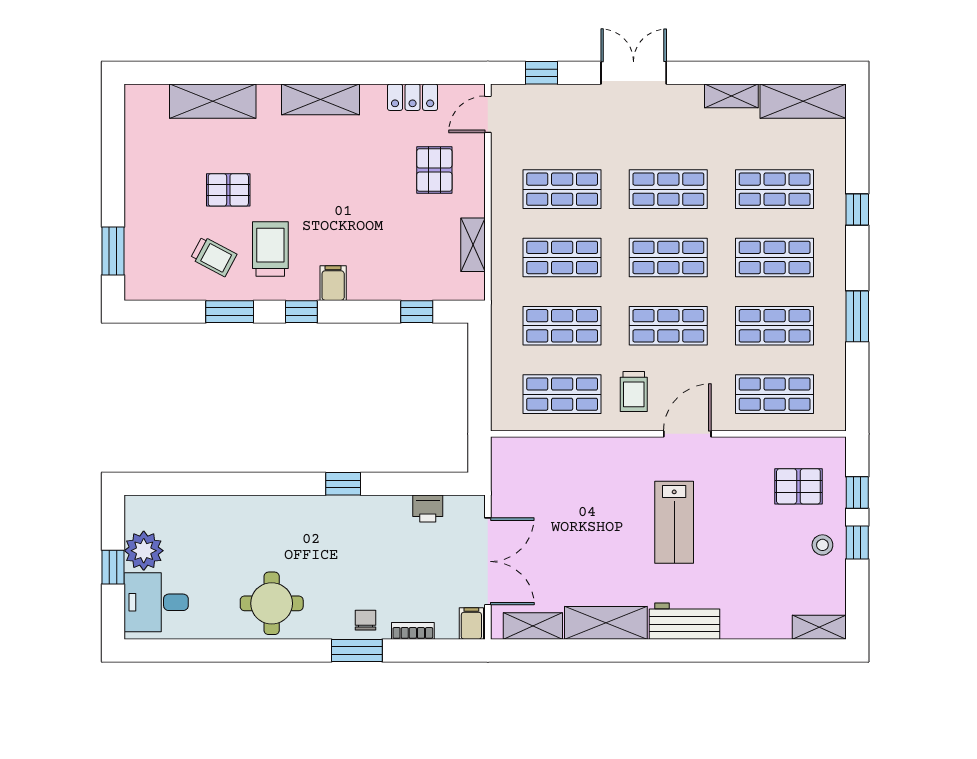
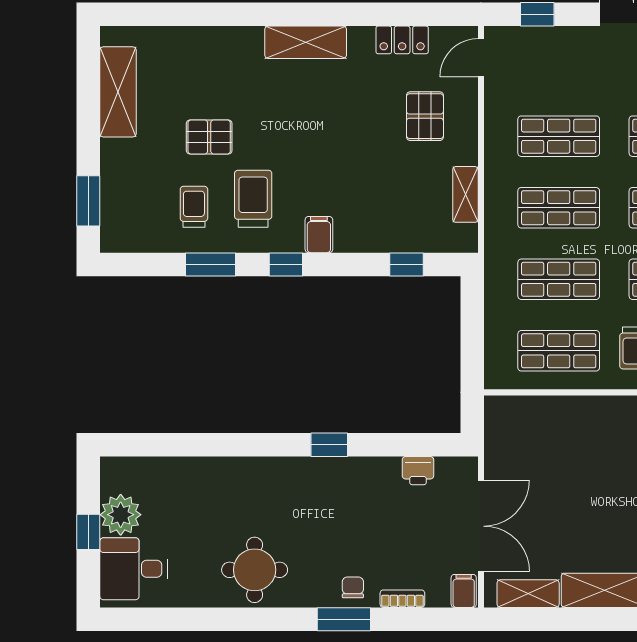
shelving: (213, 101) -> (118, 92), moved, turned 90
trolley: (214, 257) -> (194, 207), turned -118

